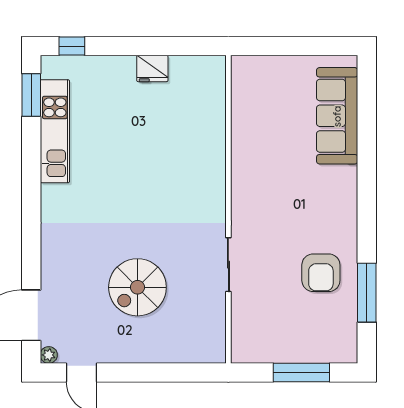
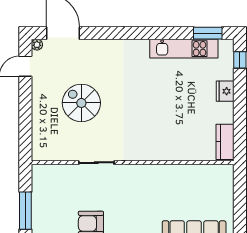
fridge: (152, 68) -> (225, 91), moved
kitchen counter: (197, 69) -> (225, 142), added

